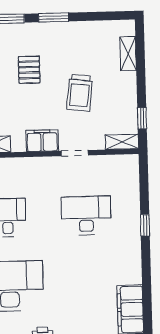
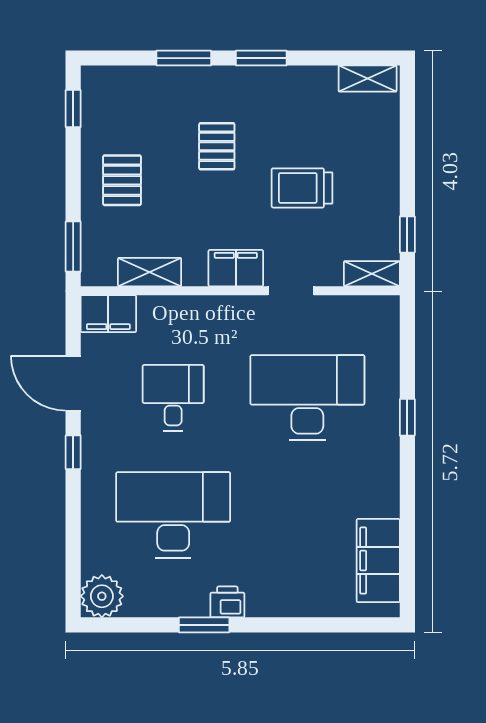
shelving: (128, 54) -> (368, 79), moved, turned 90
trolley: (80, 93) -> (302, 188), turned 83
desk: (86, 215) -> (307, 398), width x1.36, depth x1.30

